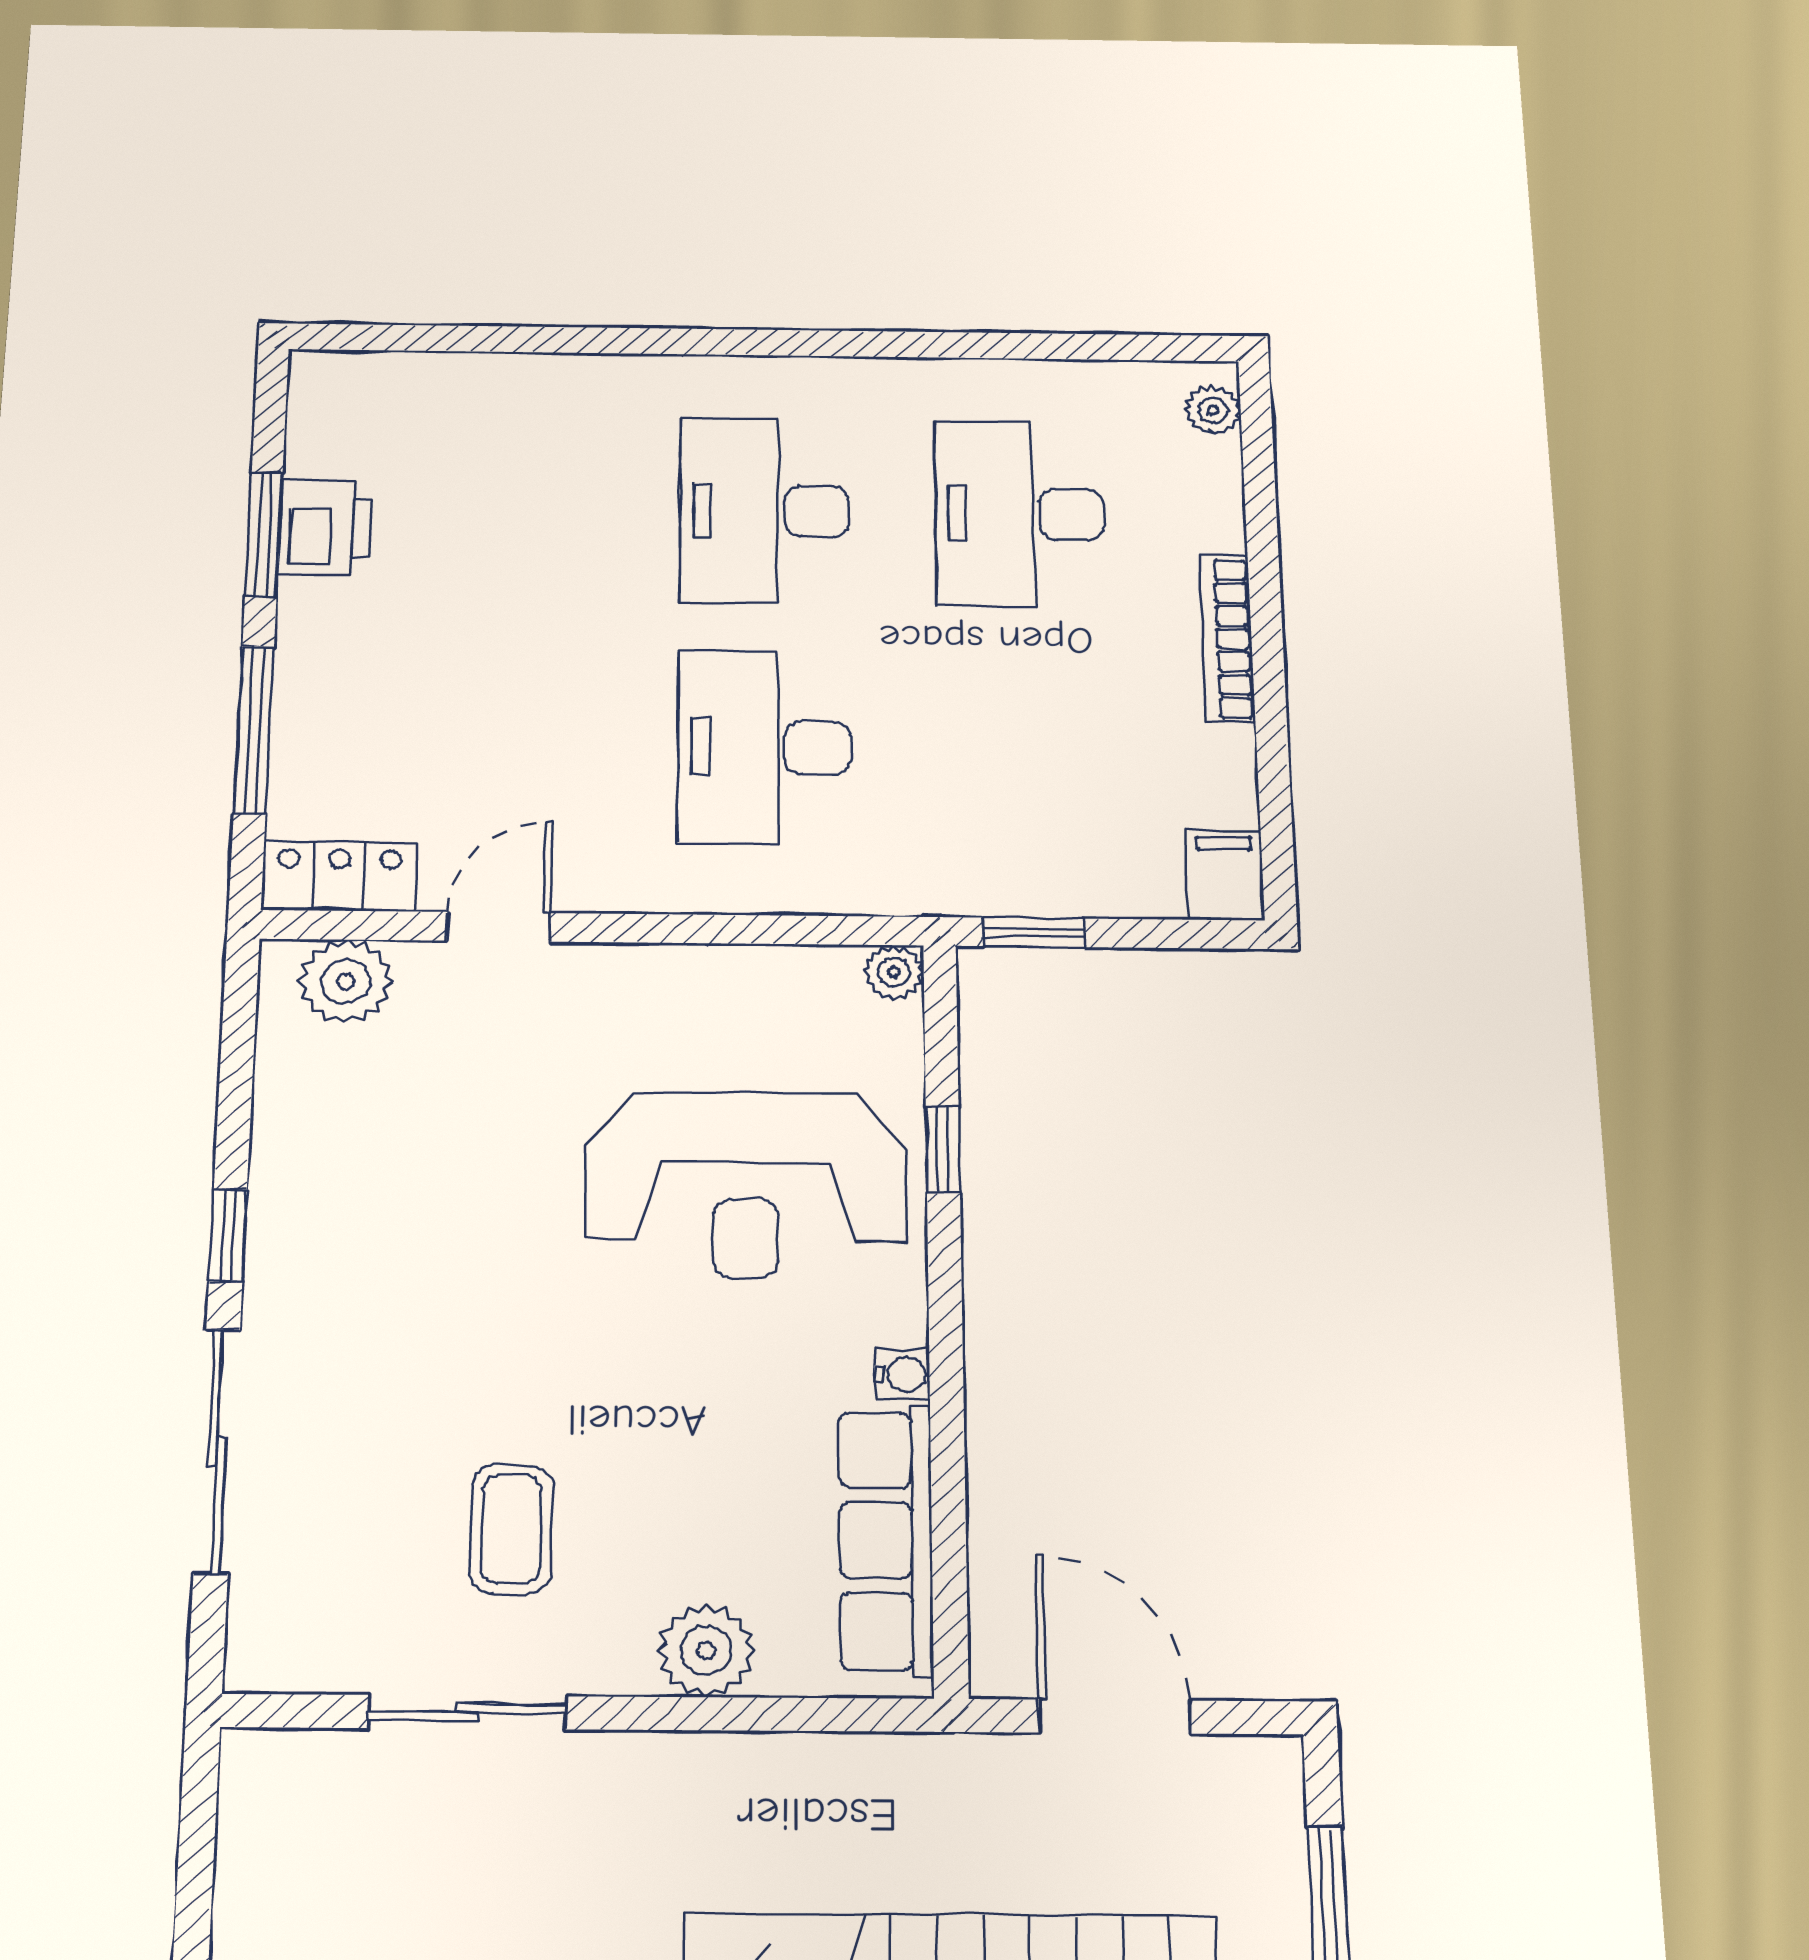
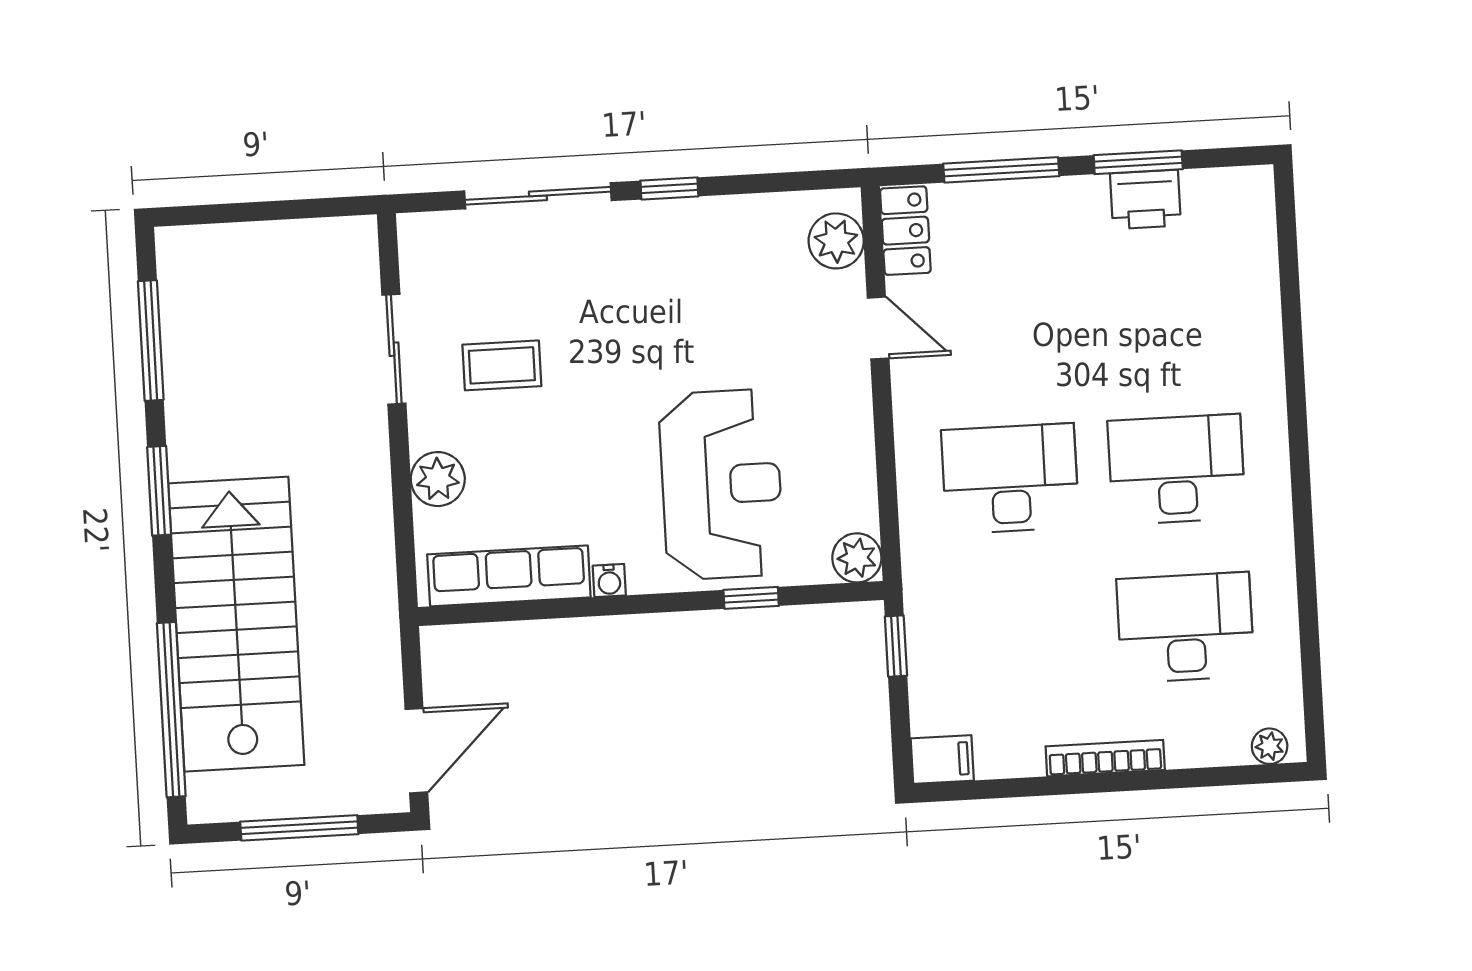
plant: (894, 972) -> (857, 558), width x1.38, depth x1.38
reception desk: (746, 1184) -> (721, 485), turned 180
door: (1115, 1717) -> (416, 751), moved

